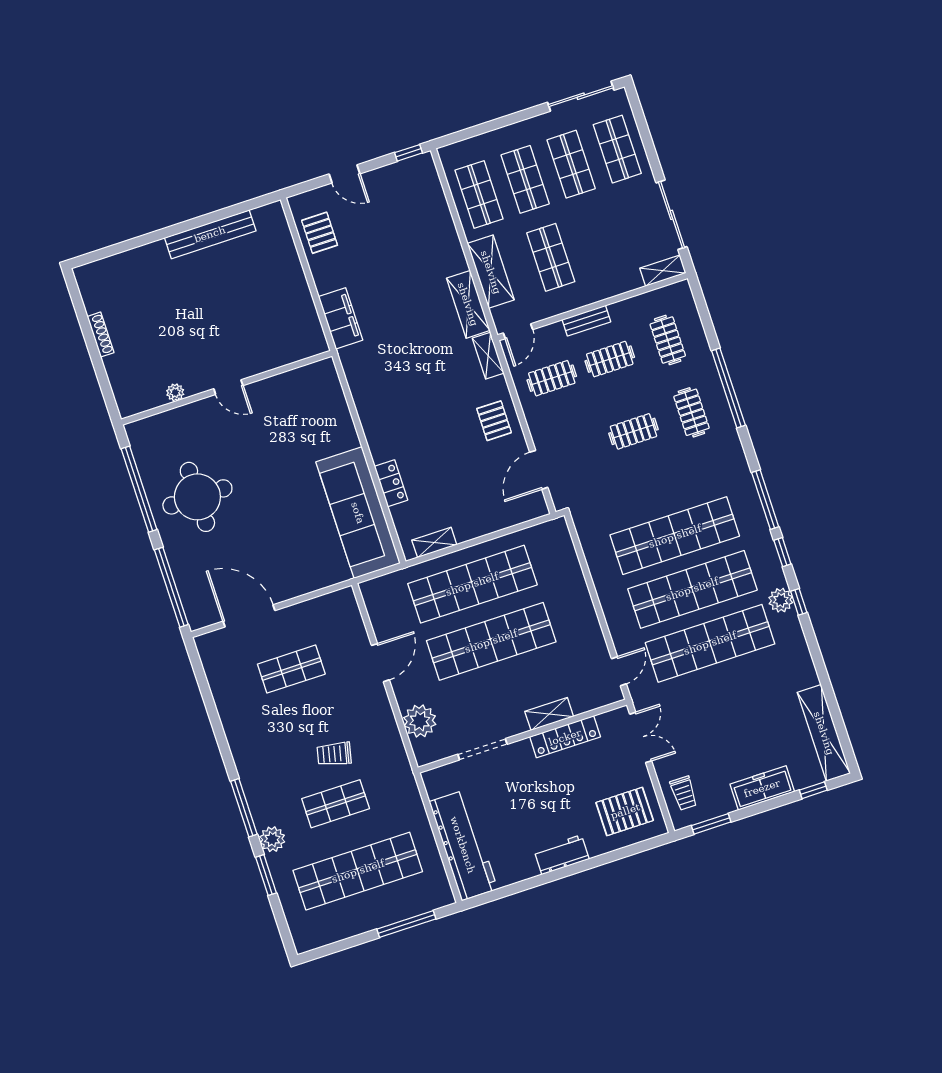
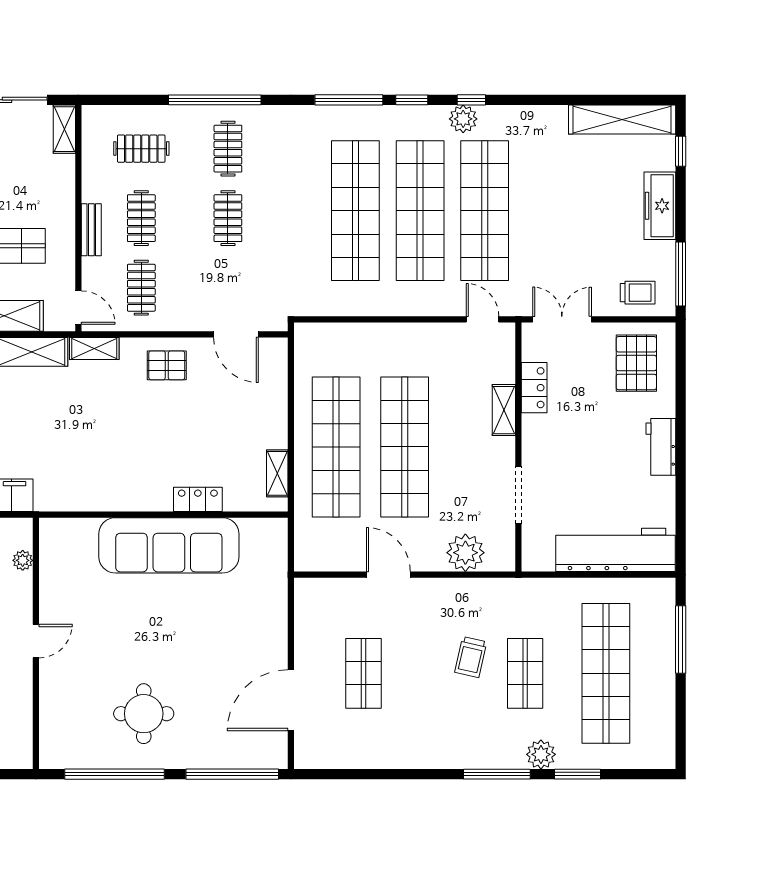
plant: (175, 392) -> (23, 560), moved
clothes rail: (691, 412) -> (228, 149), turned 90
round table: (197, 497) -> (144, 714), width x0.73, depth x0.73
sofa: (358, 513) -> (169, 545), moved
locker: (565, 737) -> (534, 388), width x0.66
window: (711, 824) -> (681, 274), width x1.44

